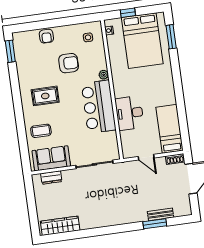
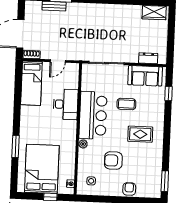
window: (171, 37) -> (16, 146), moved
coffee table: (41, 131) -> (126, 104), moved
window: (23, 144) -> (169, 93), added
door: (146, 157) -> (58, 61), swing flipped
wardrobe: (60, 226) -> (154, 13), width x0.67

